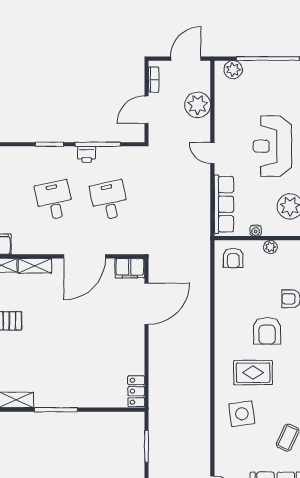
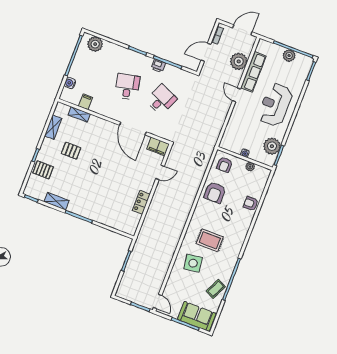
plant: (233, 70) -> (289, 56), moved
desk: (109, 200) -> (161, 100), turned 36
row of seats: (224, 204) -> (253, 72), moved
door: (85, 256) -> (133, 128), hinge flipped
shelving: (35, 266) -> (100, 123), removed
door: (147, 304) -> (160, 172), width x0.53
armchair: (267, 331) -> (215, 192), moved
locker: (136, 391) -> (141, 202), moved

